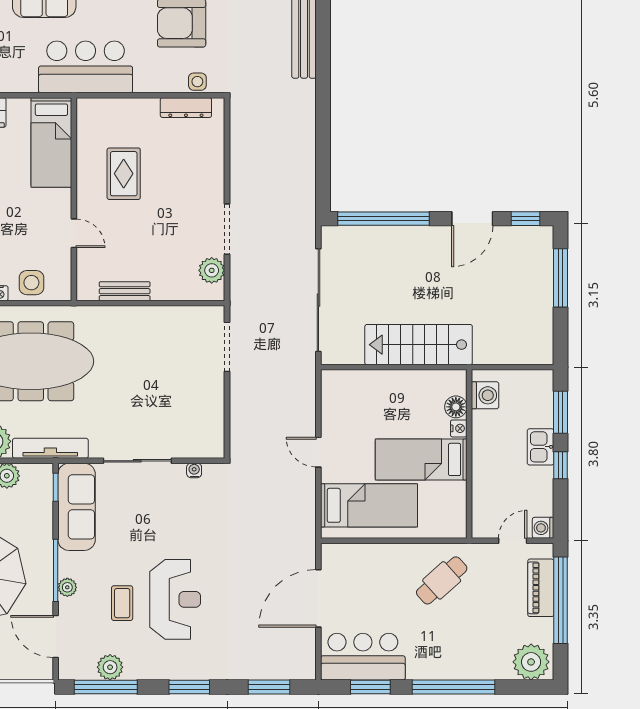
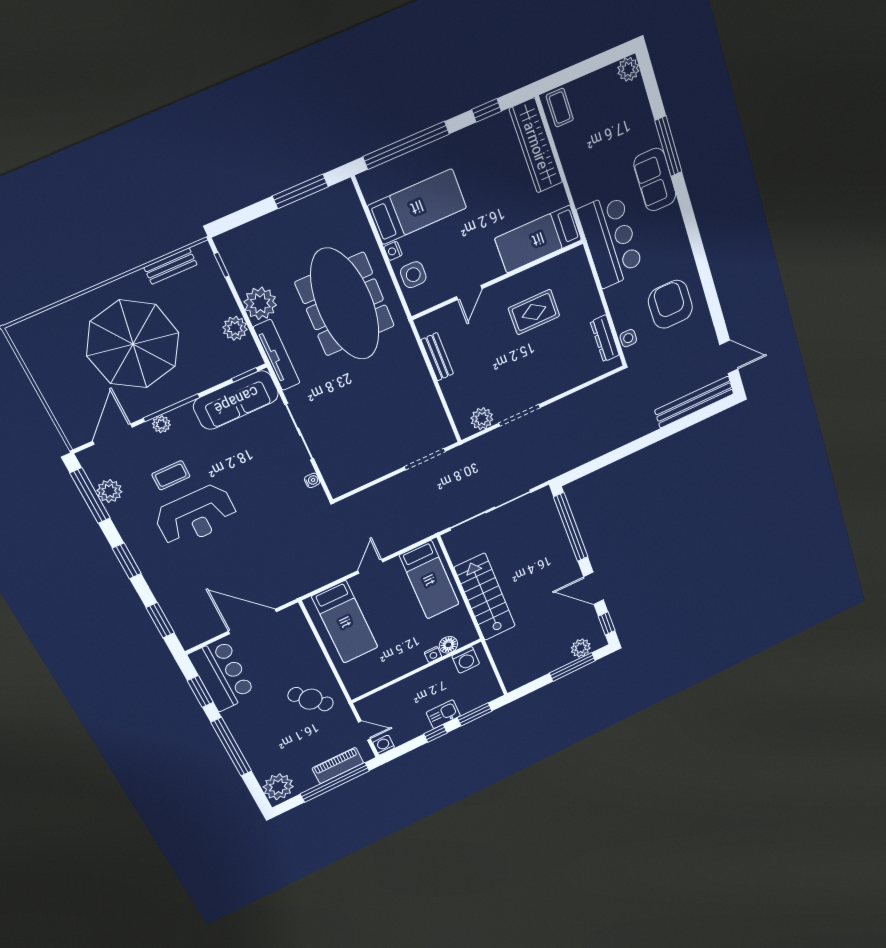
plant: (541, 260) -> (581, 648), added
bed: (421, 459) -> (429, 580), moved, turned 180

